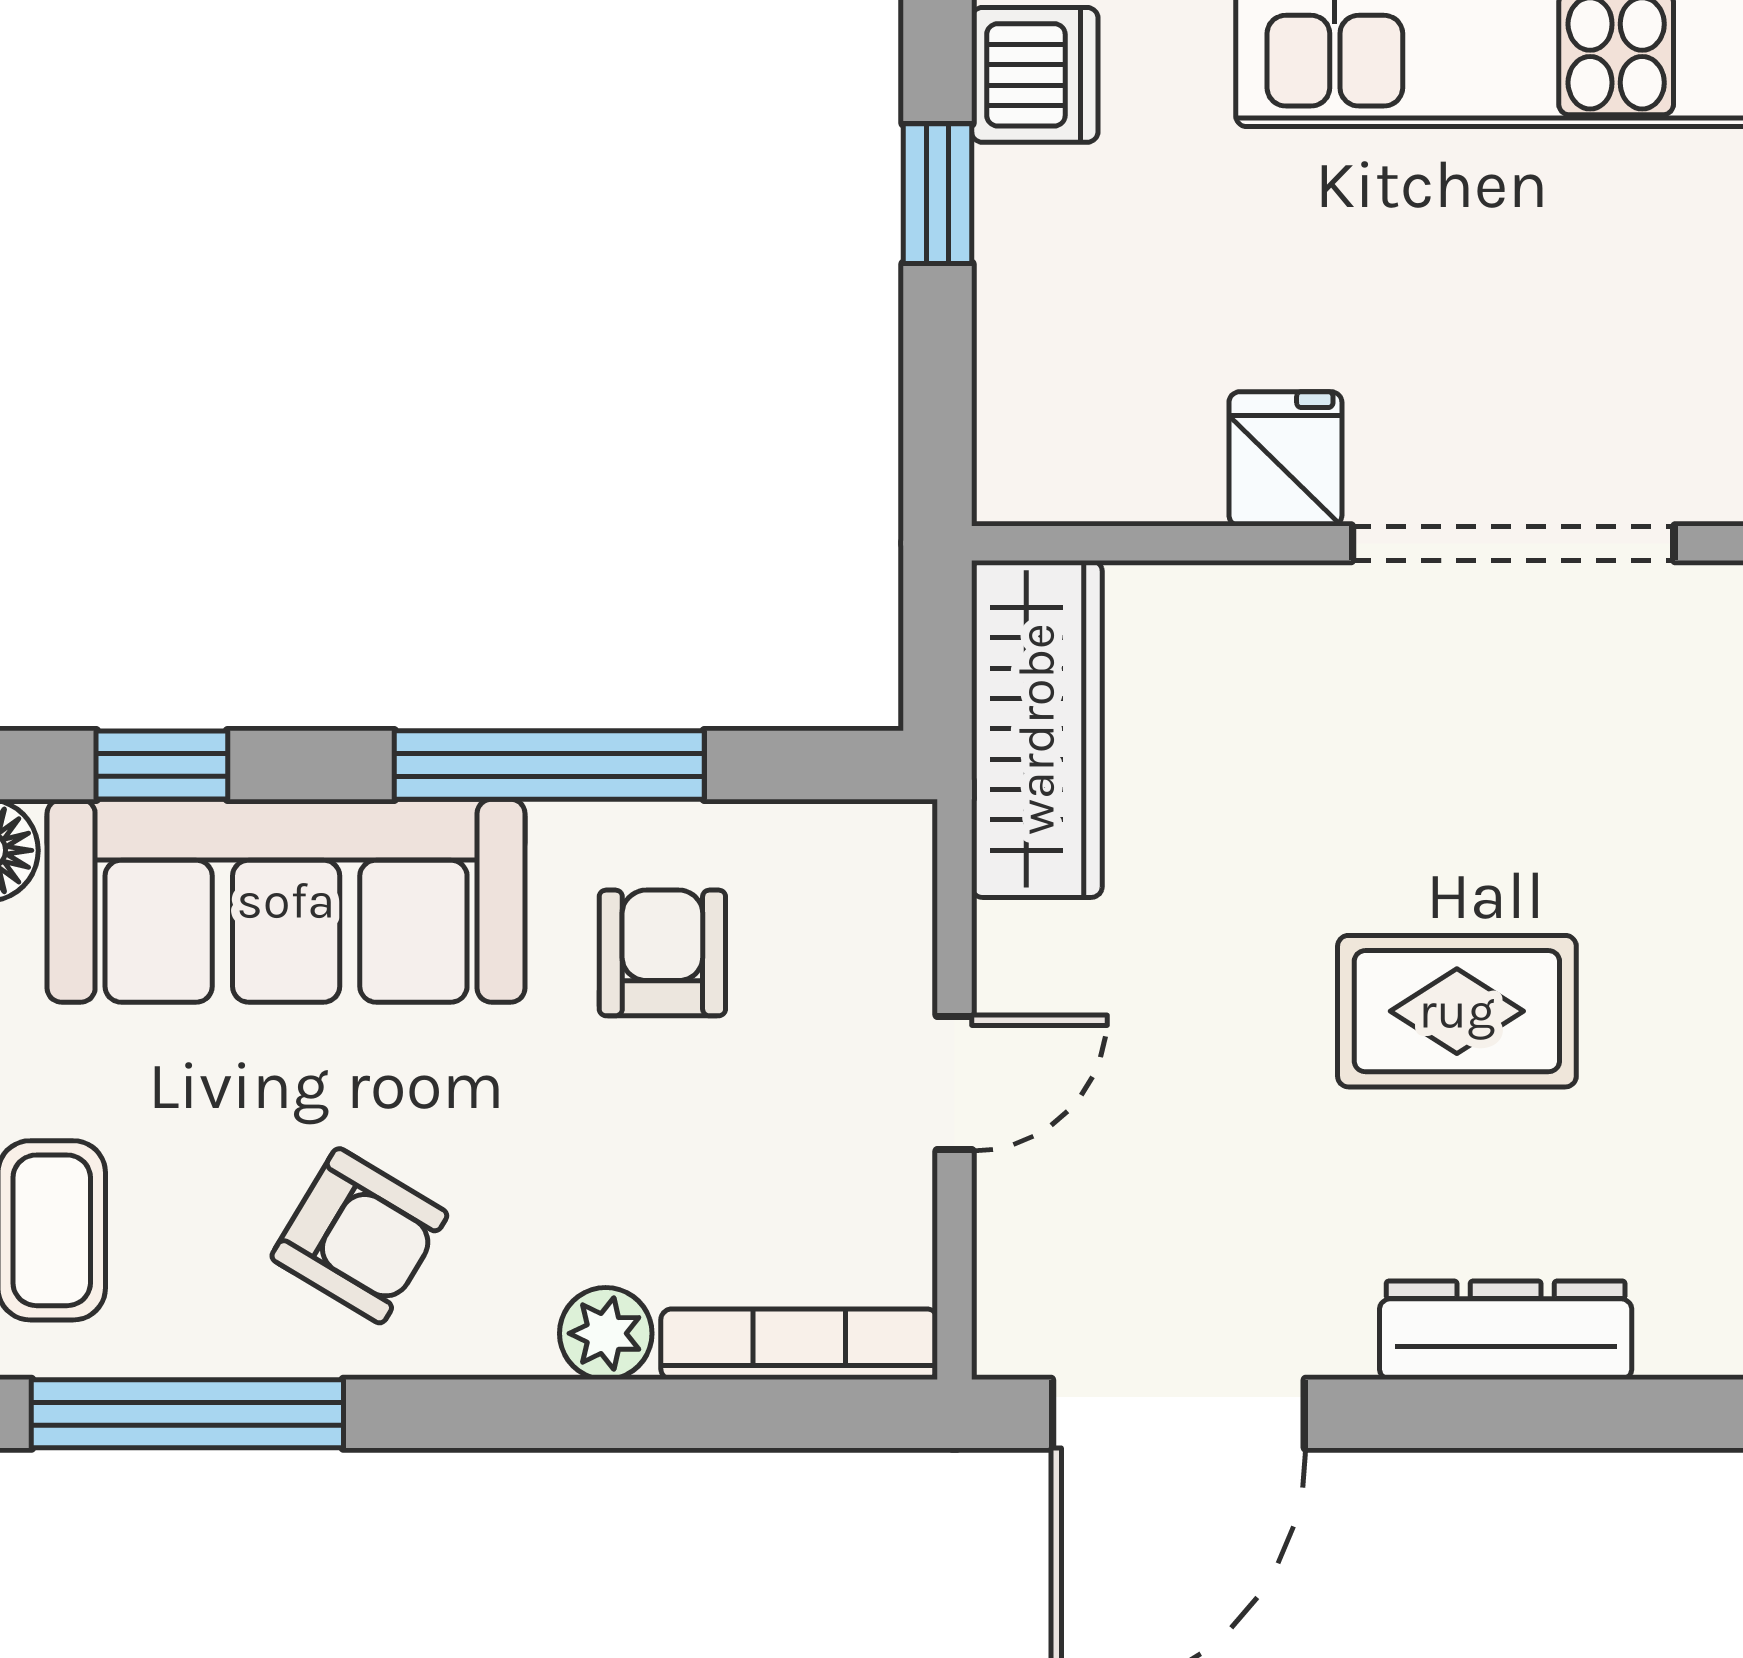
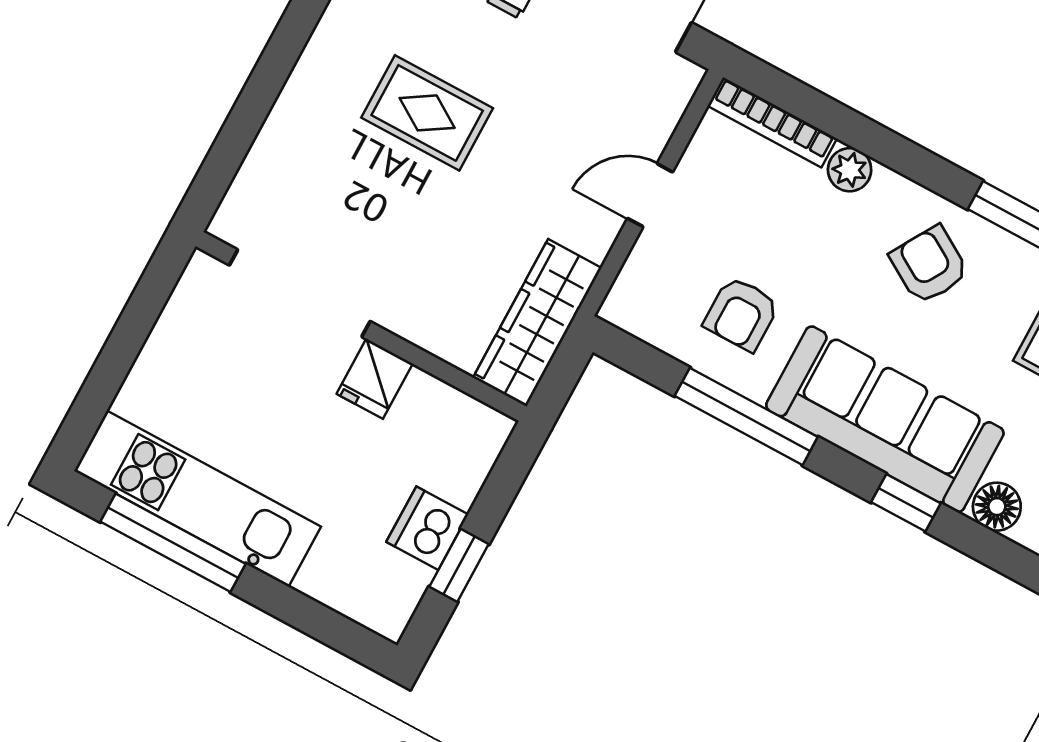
dishwasher: (1035, 75) -> (427, 528), moved

